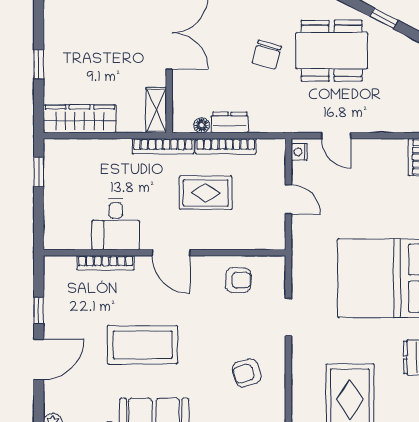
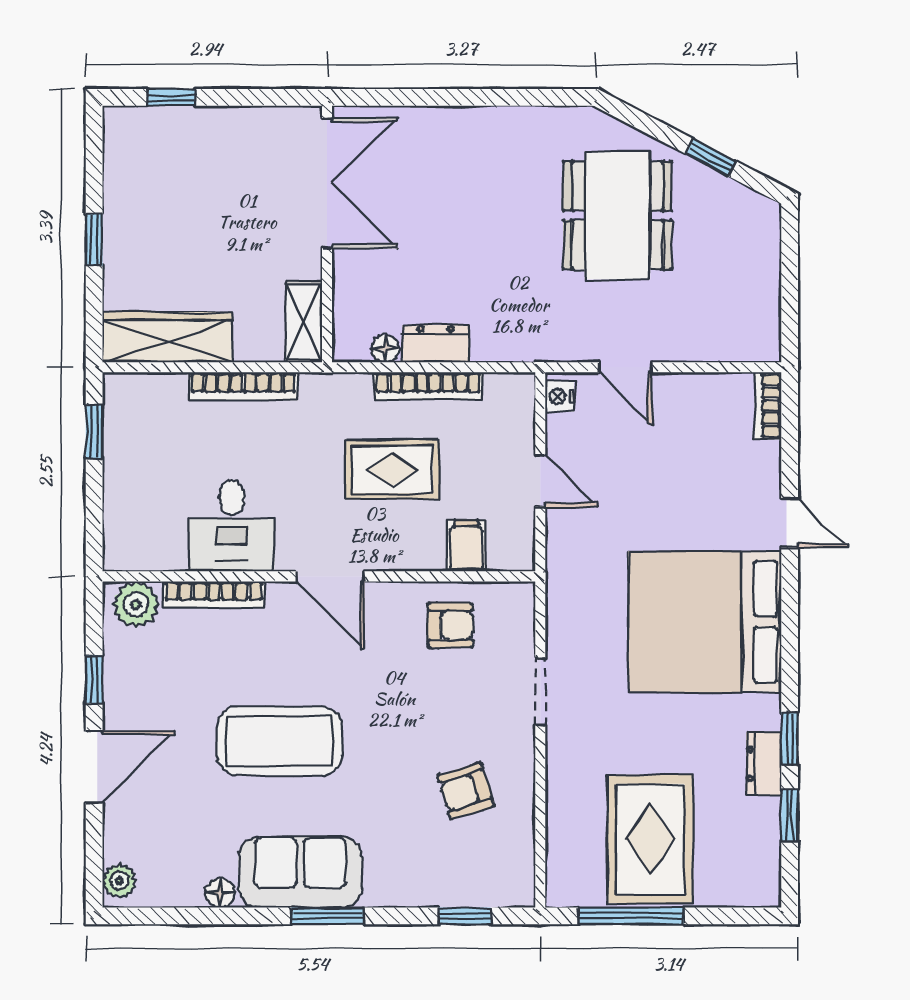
dining table: (332, 51) -> (618, 215), turned 90
chair: (267, 54) -> (502, 222), removed
bookcase: (163, 146) -> (243, 386), moved
filing cabinet: (247, 236) -> (466, 546), added
plant: (62, 268) -> (136, 605), added

